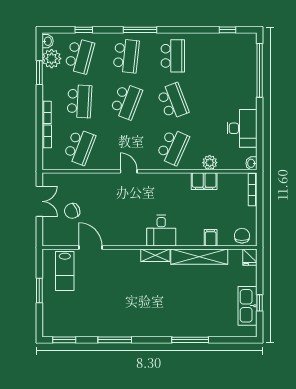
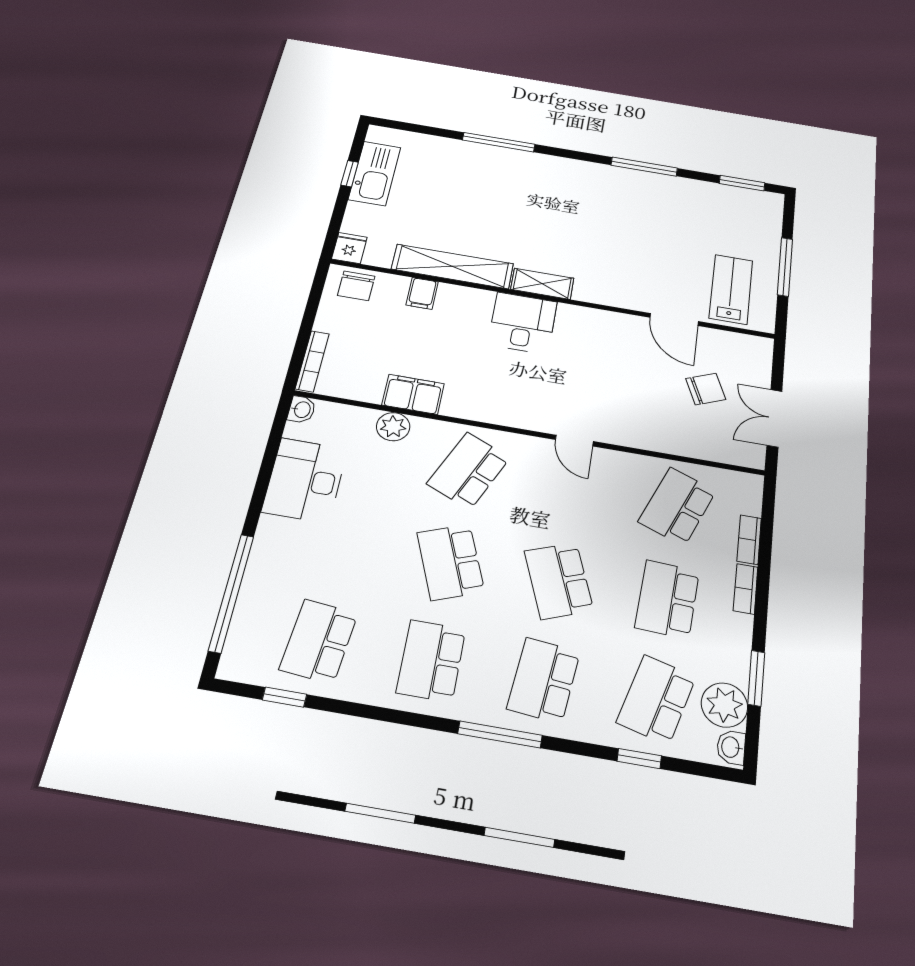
school desk: (219, 56) -> (319, 641), added
school desk: (126, 101) -> (559, 581), turned -42
window: (39, 291) -> (785, 267), width x1.44

